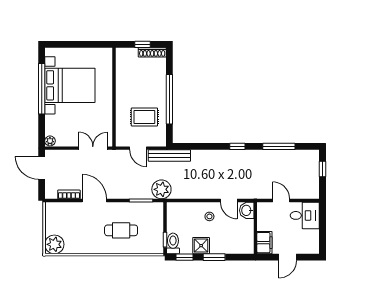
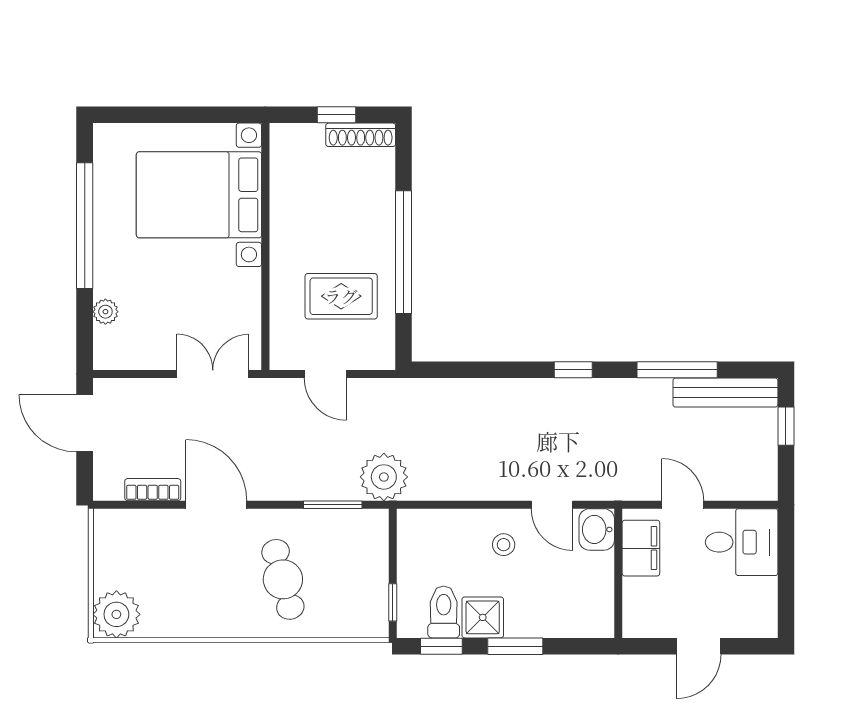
bed with nightstands: (70, 85) -> (199, 195), moved, turned 180
plant: (50, 141) -> (105, 312), moved
bench: (169, 156) -> (725, 393), moved
cafe table: (121, 230) -> (283, 579), turned 75
toilet: (173, 243) -> (444, 612), moved
filing cabinet: (264, 243) -> (641, 548), moved

